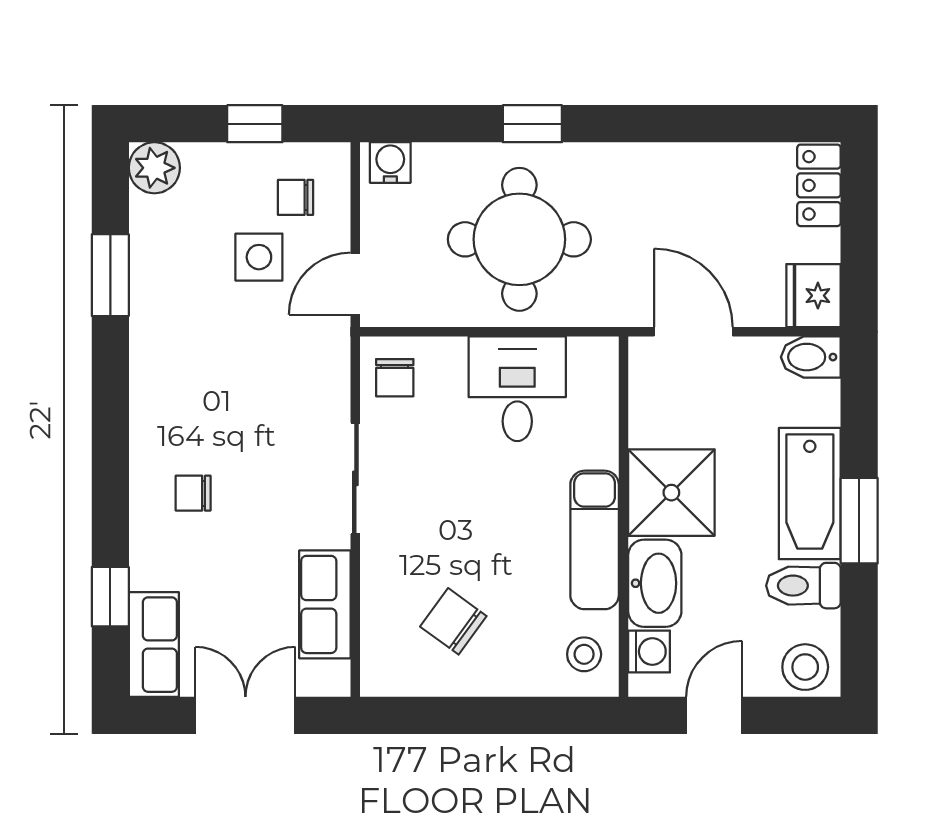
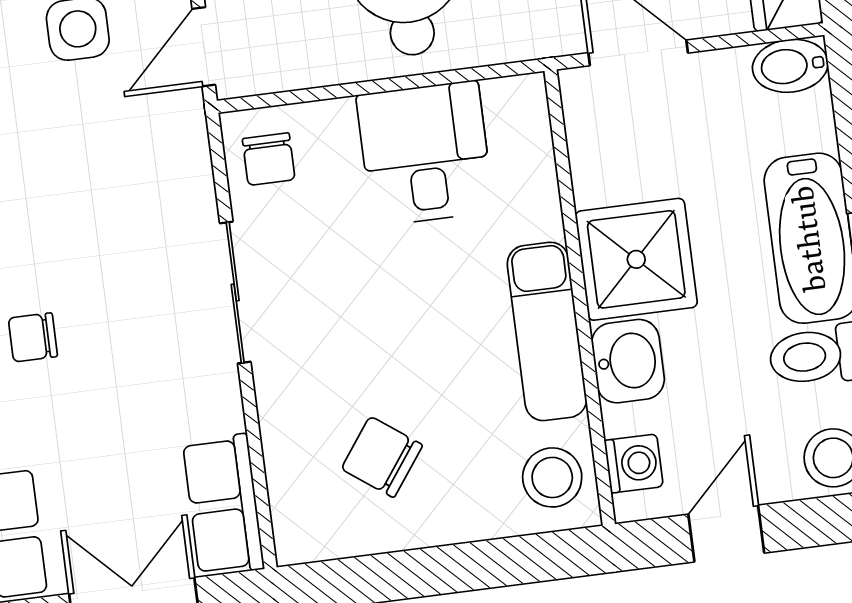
washbasin: (655, 583) -> (628, 361), width x0.72
row of seats: (325, 604) -> (223, 505), moved
stool: (584, 654) -> (552, 477), width x1.37, depth x1.37

